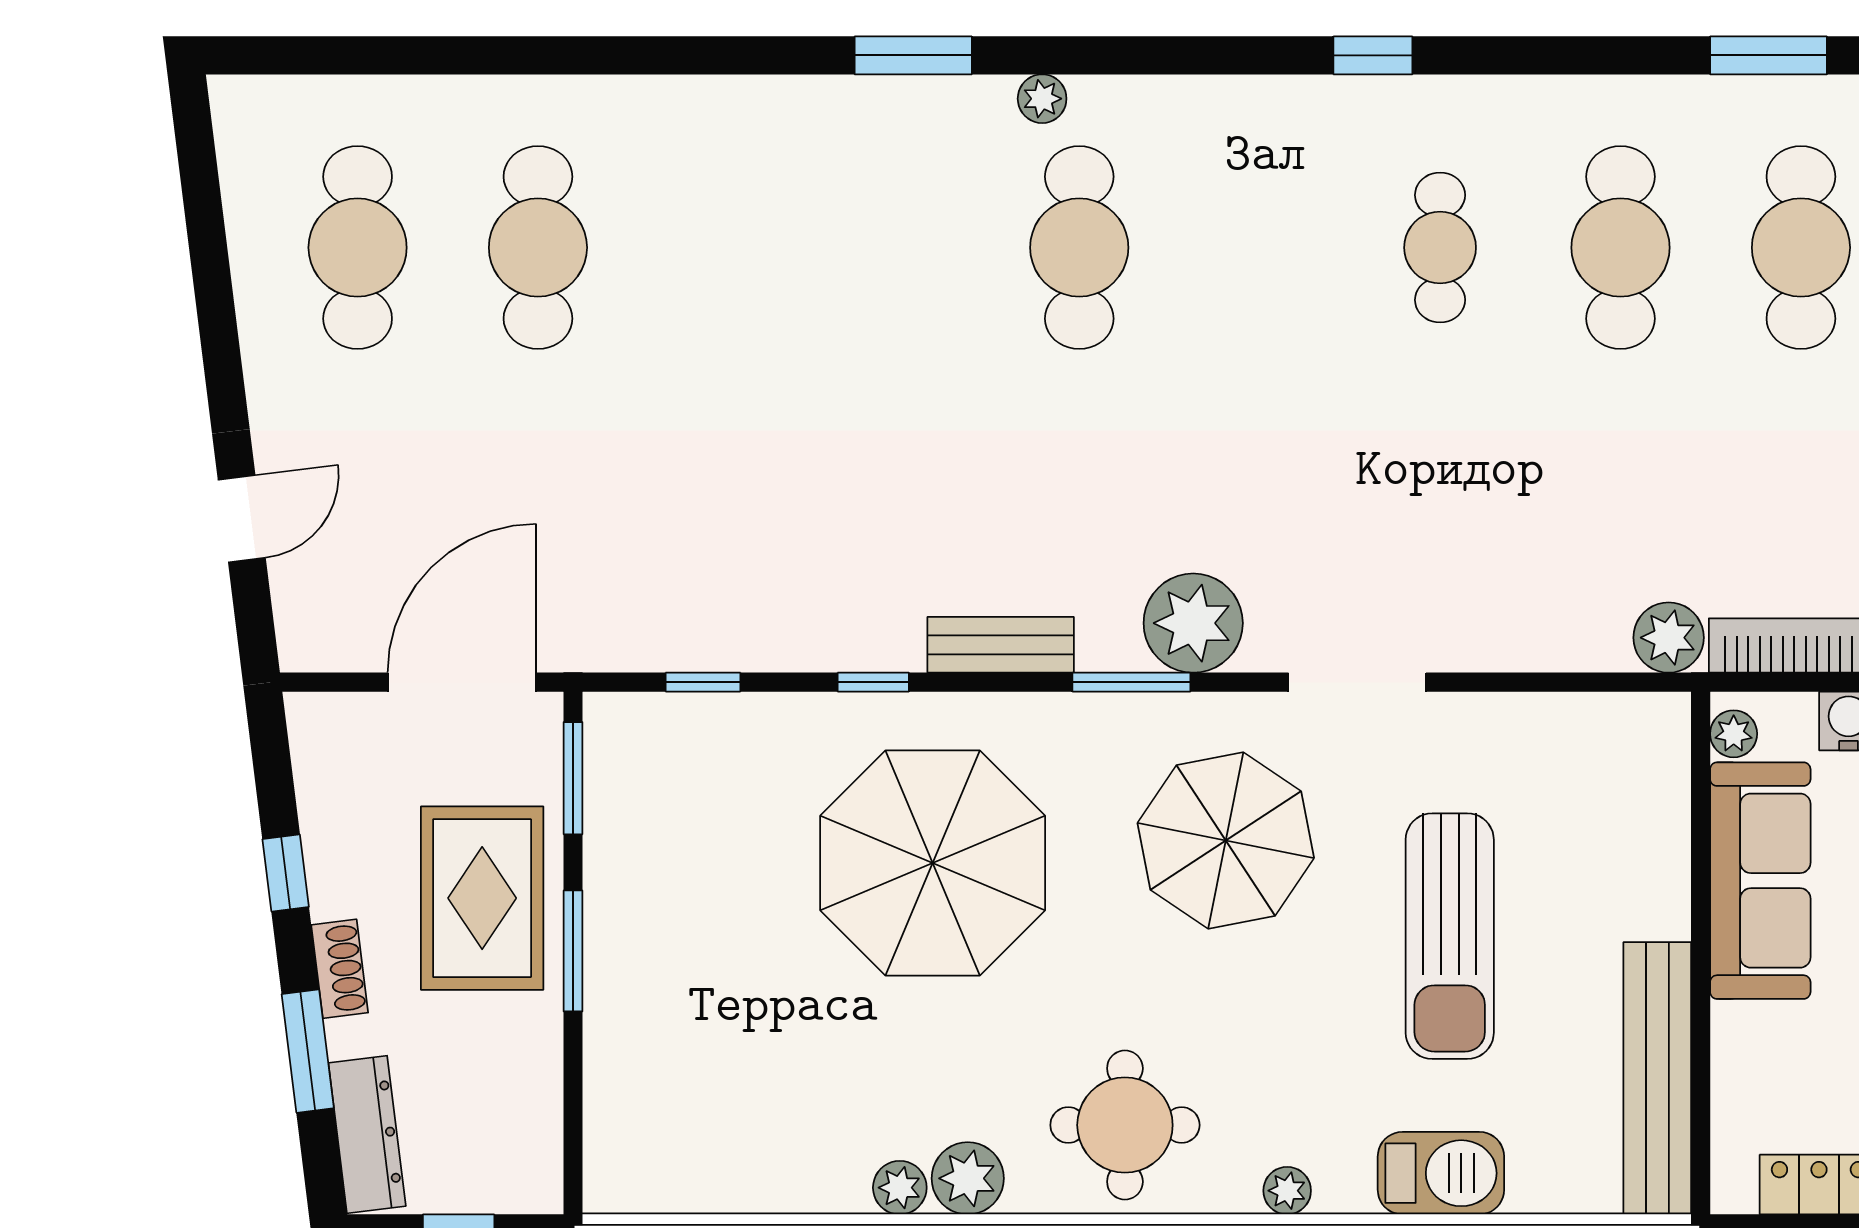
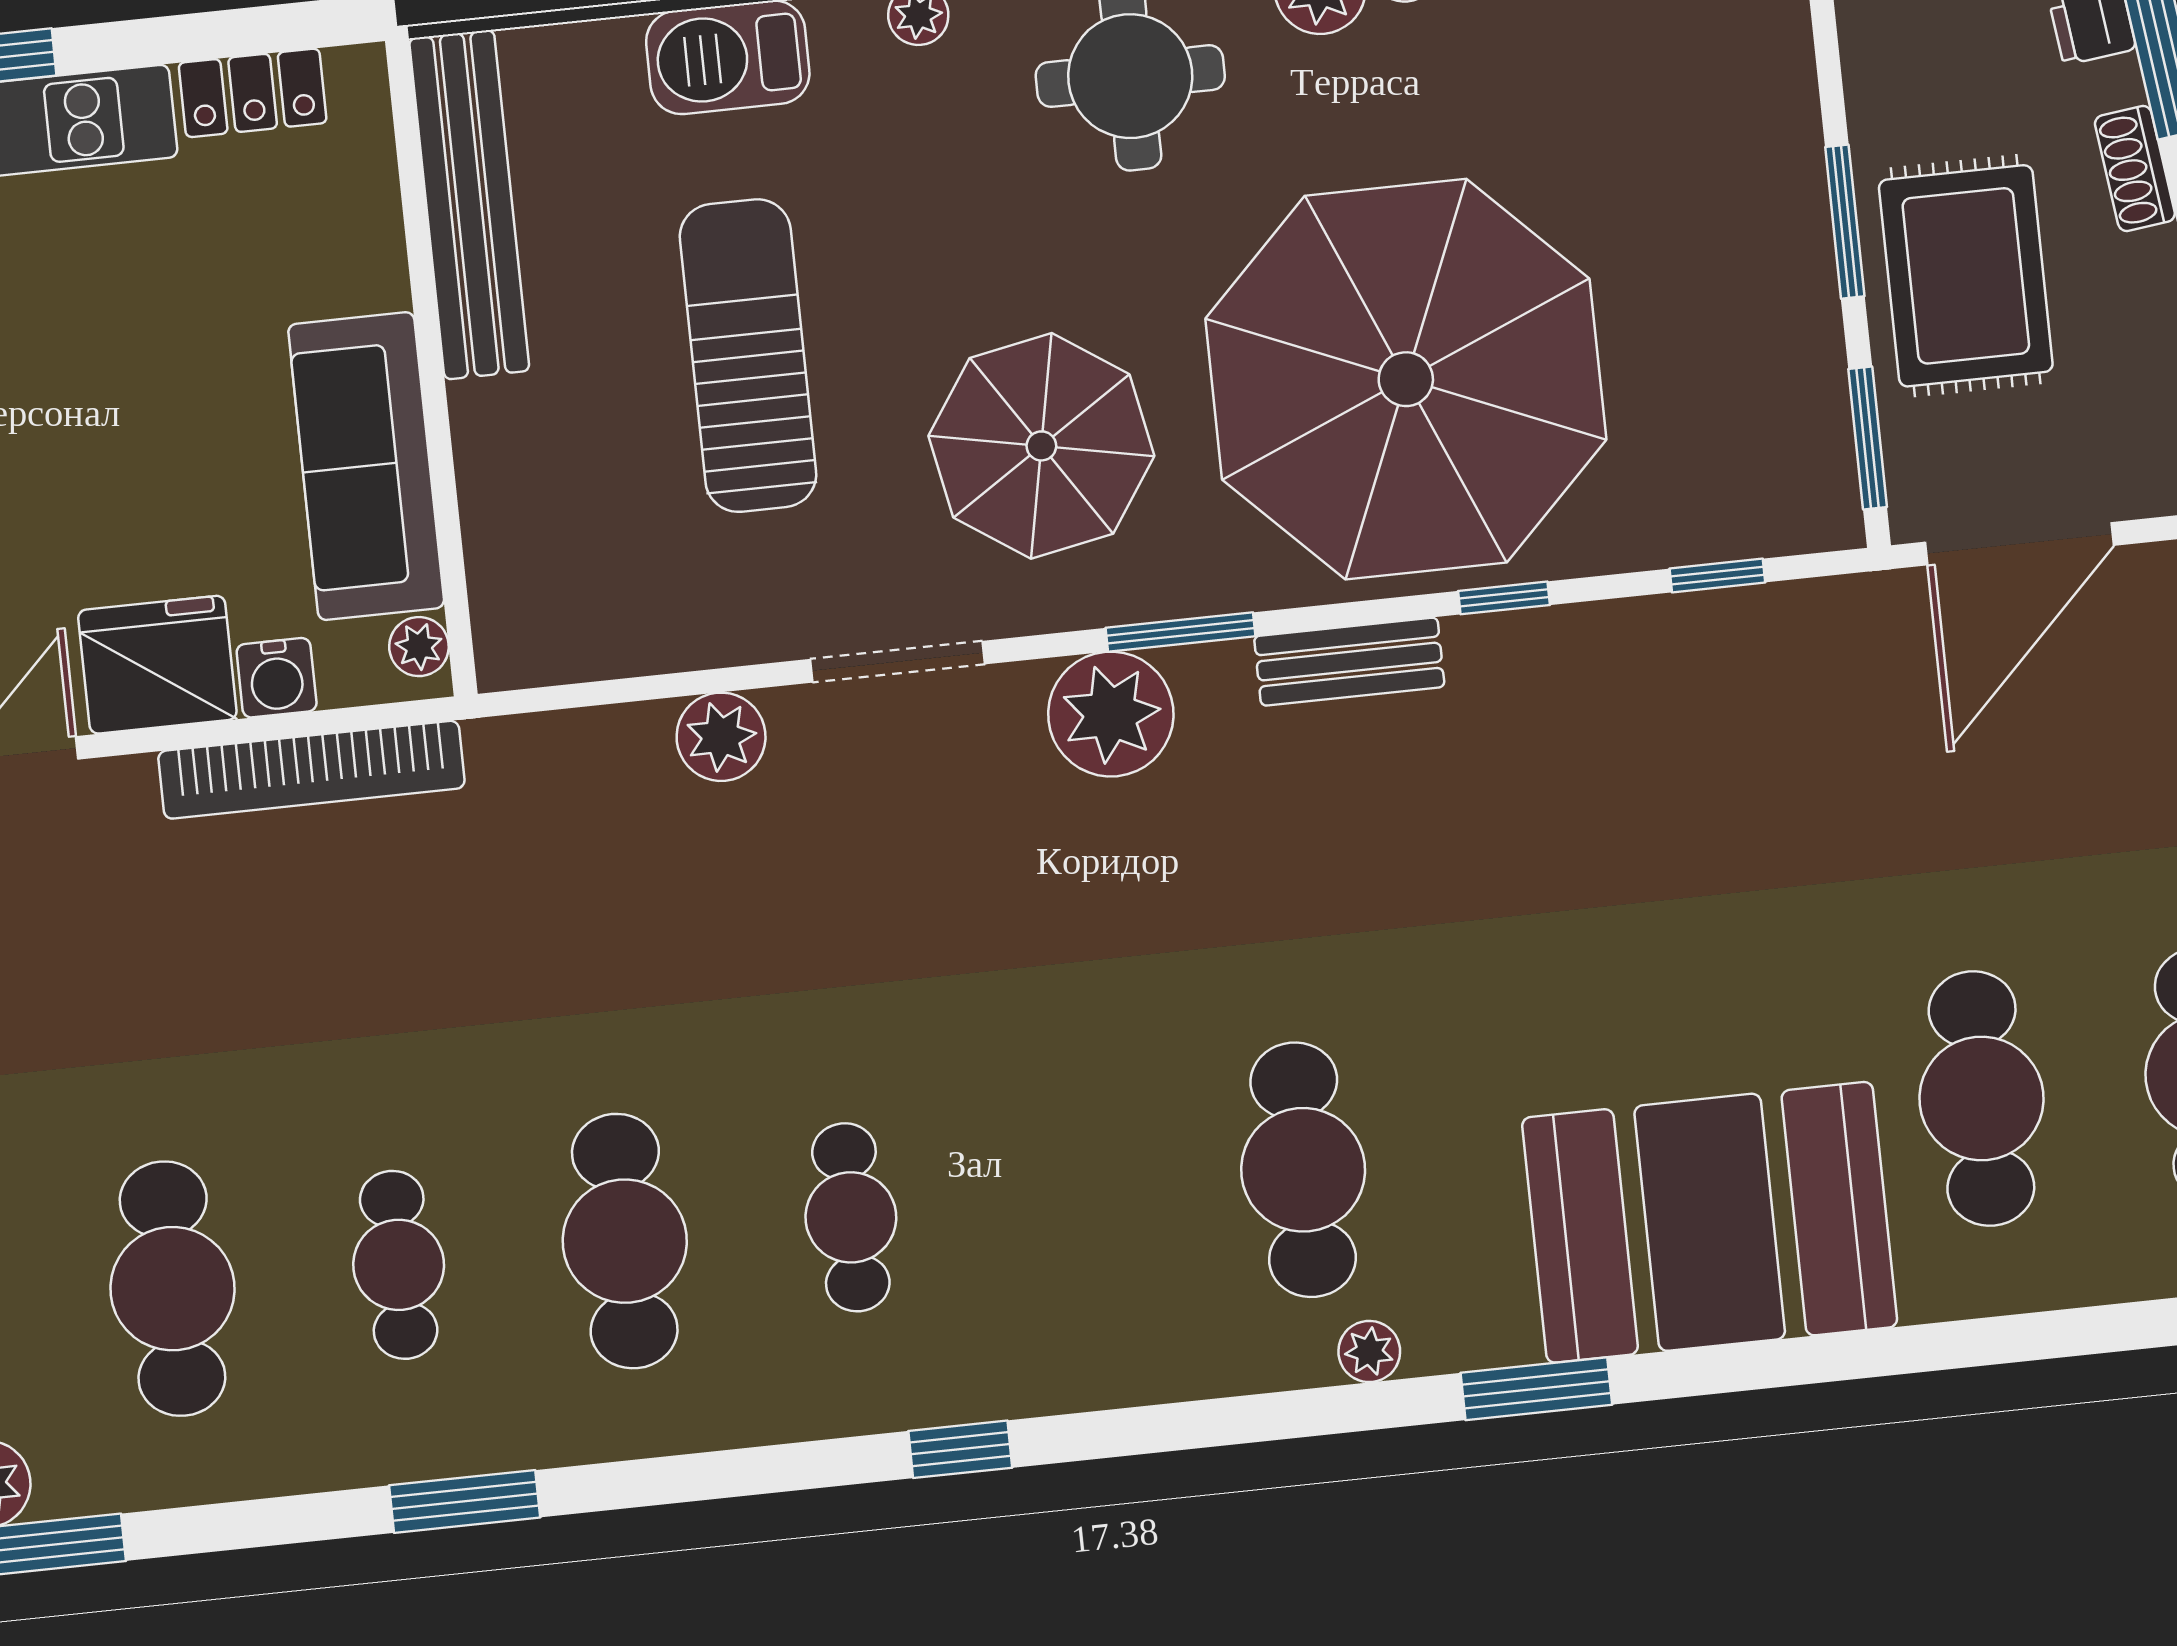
booth: (763, 172) -> (1710, 1222), added
cafe table: (1801, 248) -> (399, 1265), width x0.73, depth x0.74
plant: (1669, 638) -> (721, 737), moved
parasol: (933, 863) -> (1406, 379), width x1.36, depth x1.36

